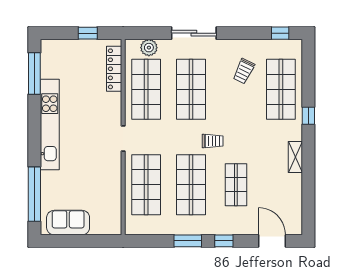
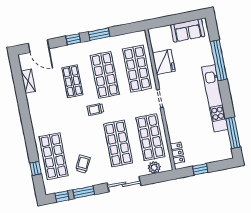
window: (250, 33) -> (84, 192), added
locker: (114, 69) -> (177, 153), width x0.66
window: (308, 116) -> (36, 168), moved
shelving: (295, 157) -> (28, 81), moved
fridge: (109, 187) -> (164, 62), added
window: (34, 194) -> (219, 60), moved

